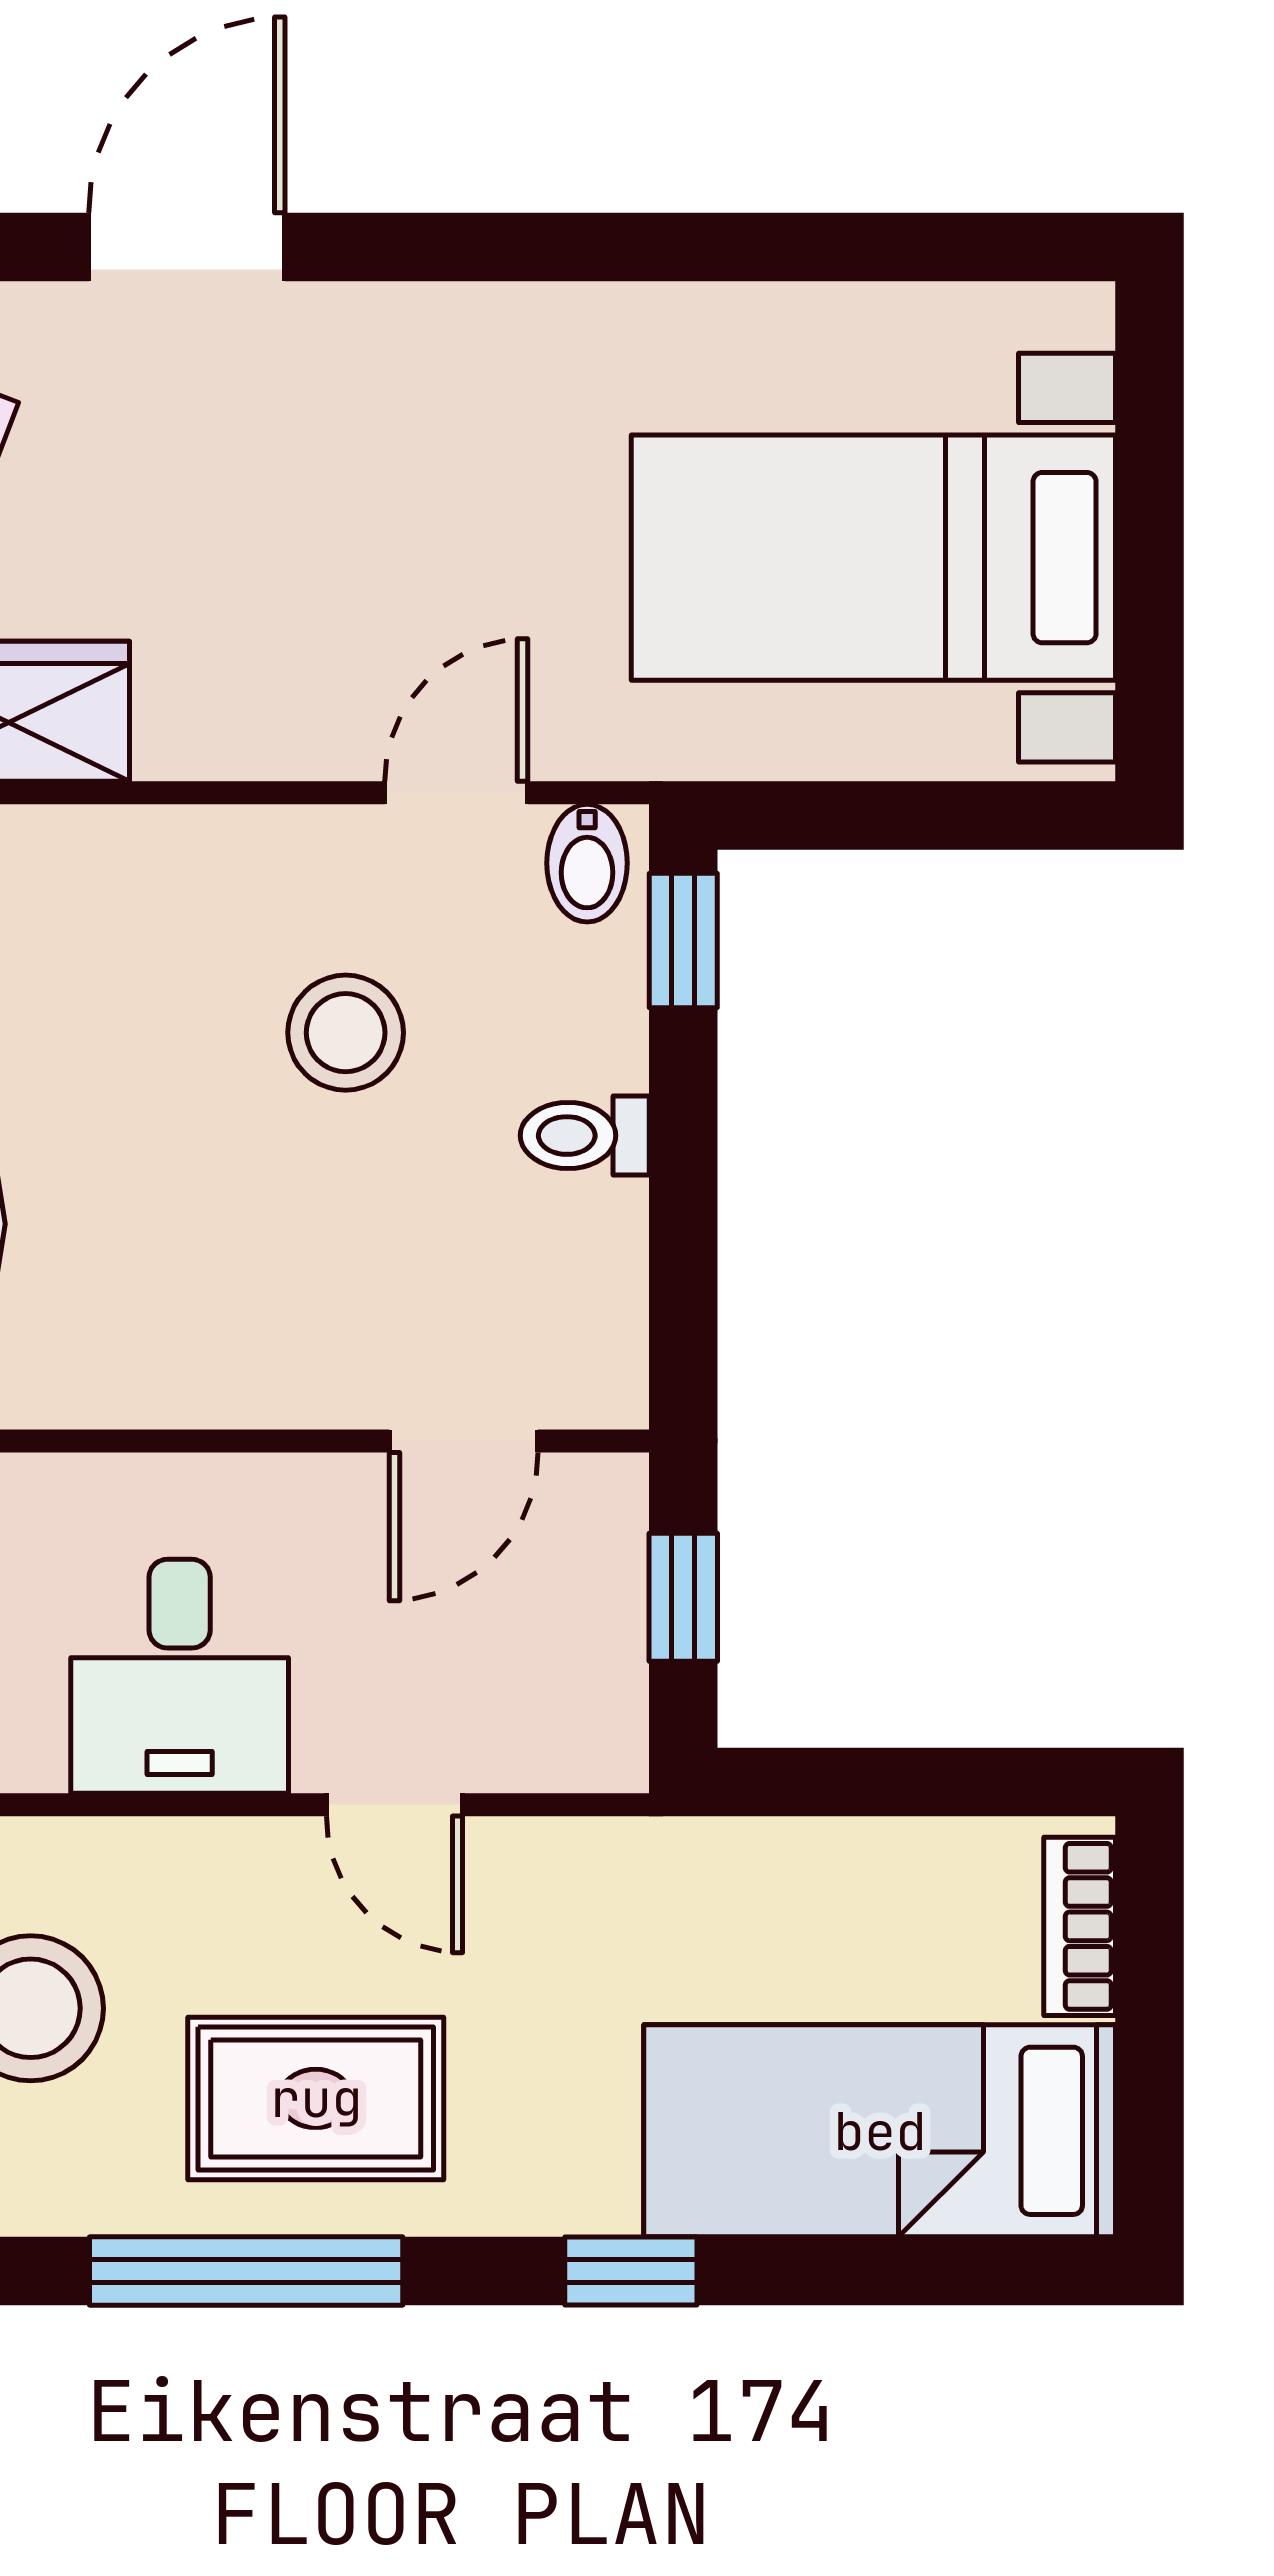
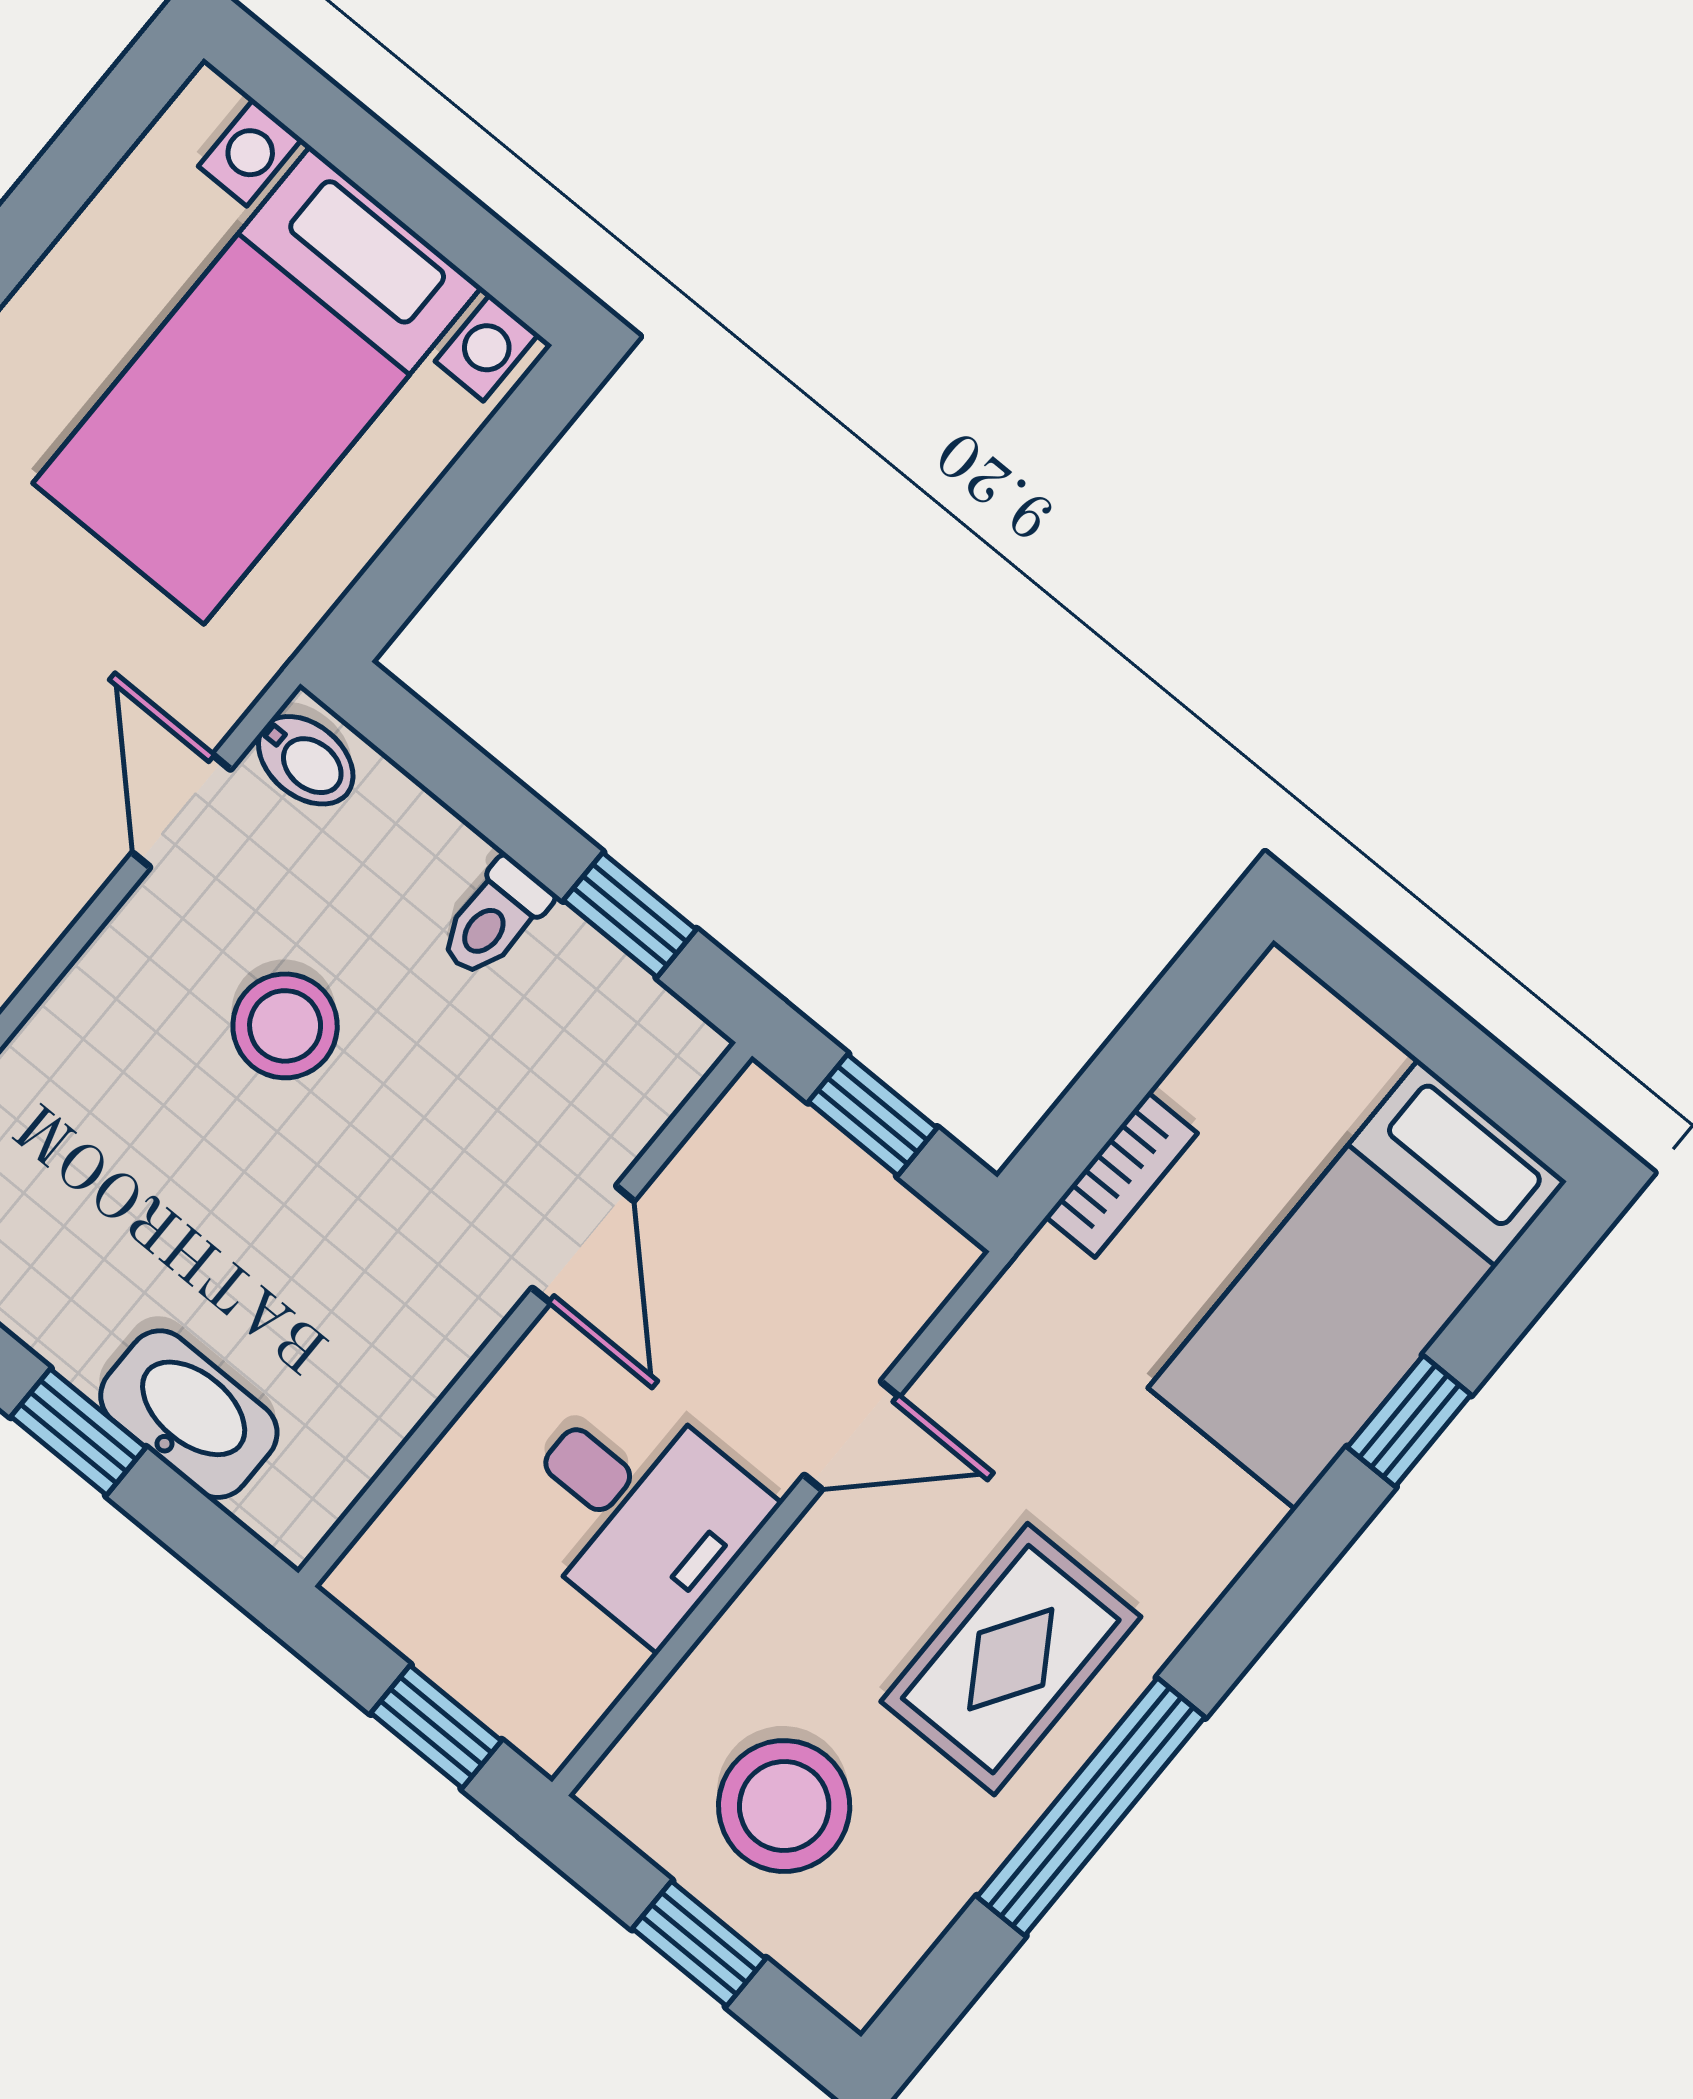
window: (683, 941) -> (630, 915), moved
door: (464, 1441) -> (583, 1244), moved
bookcase: (1080, 1926) -> (1121, 1175), moved, turned -90
window: (631, 2271) -> (1409, 1421), moved

